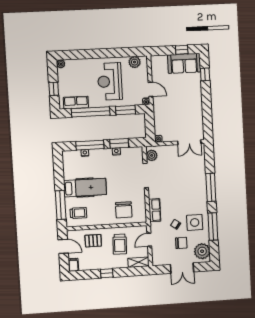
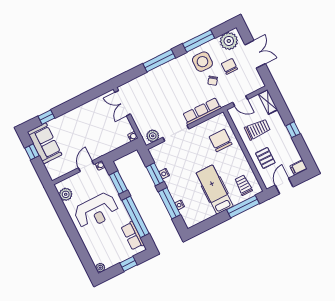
double door: (189, 142) -> (123, 103), swing flipped
chair: (124, 210) -> (221, 140), turned -90
row of seats: (155, 210) -> (202, 111), width x1.48

